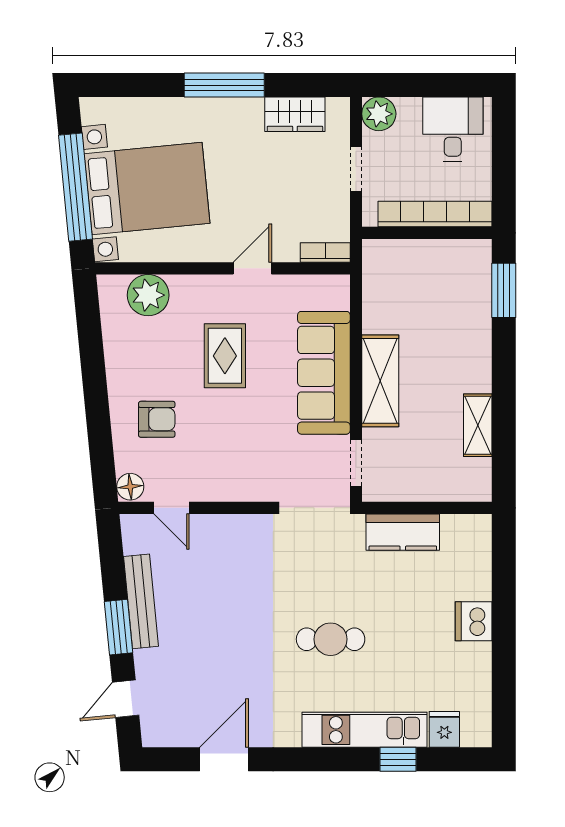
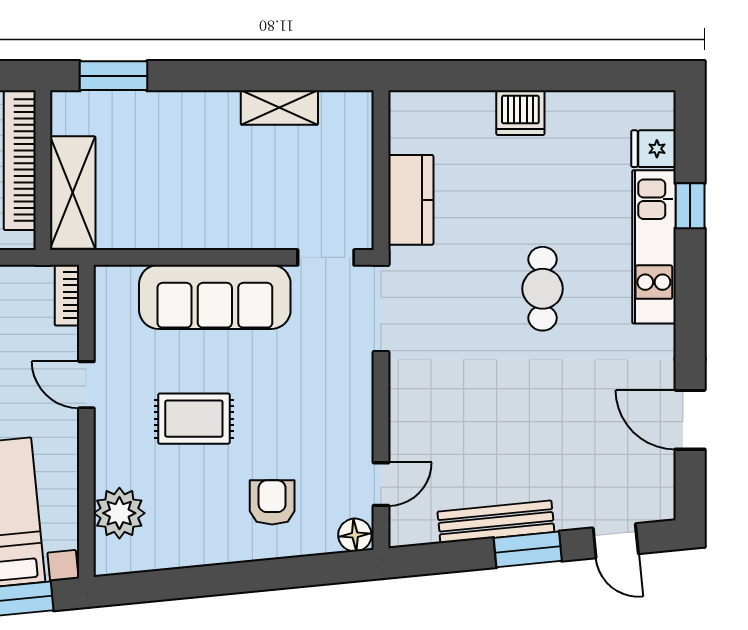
shelving: (380, 381) -> (73, 193), moved, turned 90

